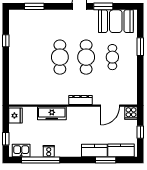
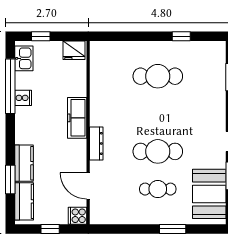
cafe table: (60, 57) -> (158, 76), moved
freezer: (52, 113) -> (77, 118), moved

